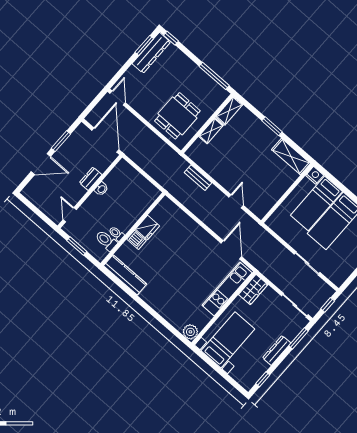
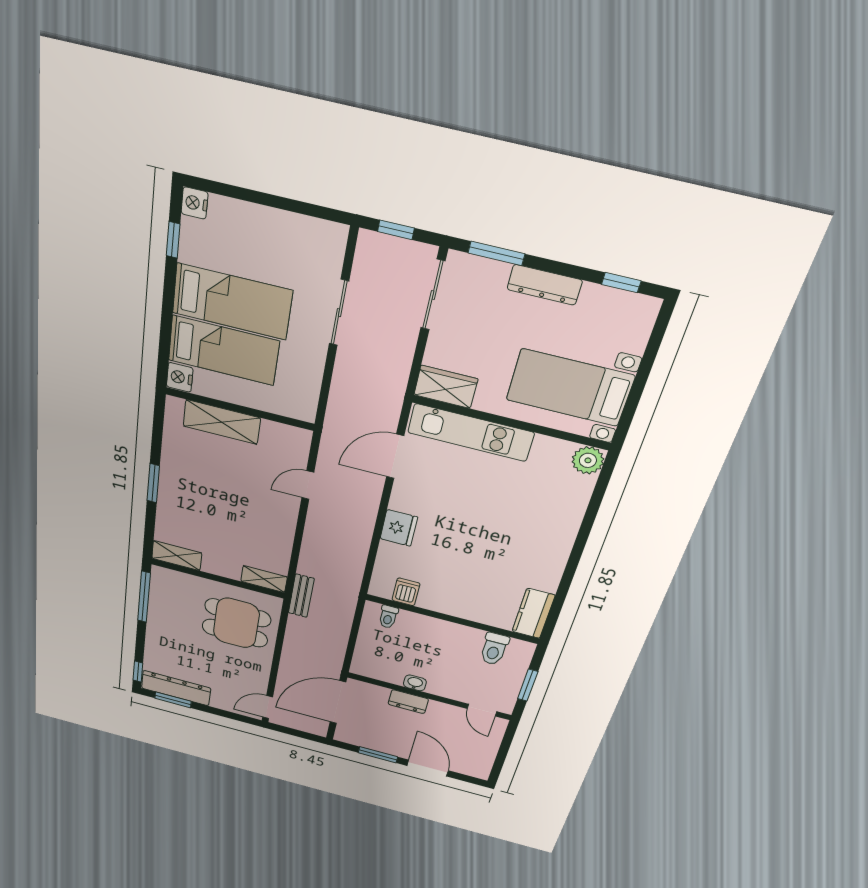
shelving: (211, 131) -> (264, 579), moved
shelving: (291, 157) -> (222, 422), moved, turned 90
bench: (198, 178) -> (301, 596), moved
door: (70, 215) -> (482, 710), hinge flipped
fridge: (147, 227) -> (399, 528), moved, turned 90
toilet: (116, 234) -> (388, 617), moved
dishwasher: (136, 240) -> (406, 592), moved
kitchen counter: (125, 275) -> (533, 613), width x0.67

